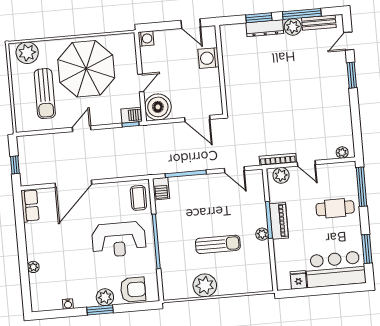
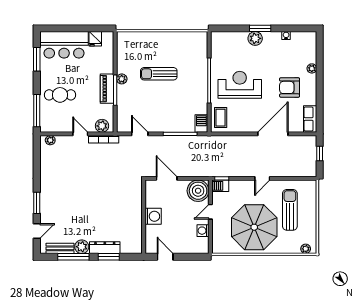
washing machine: (146, 39) -> (203, 231), moved
plant: (27, 53) -> (306, 249), width x0.53, depth x0.53
washing machine: (208, 58) -> (153, 216), moved
plant: (205, 285) -> (172, 41), removed
armchair: (133, 290) -> (290, 87), moved

